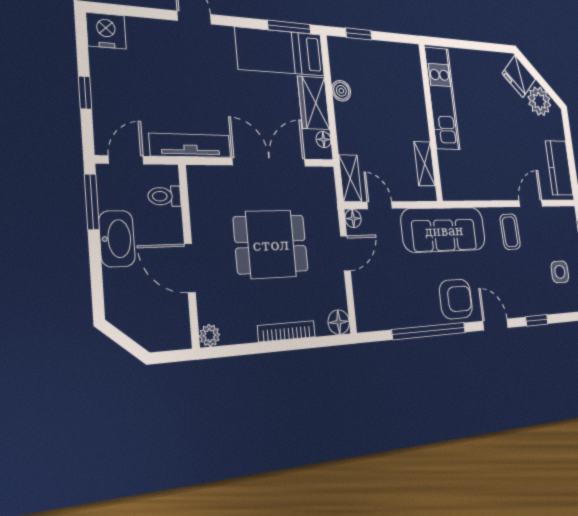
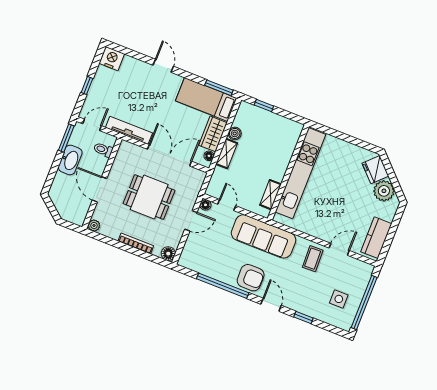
kitchen unit: (442, 98) -> (300, 173), width x1.36
shelving: (350, 178) -> (227, 154), moved

